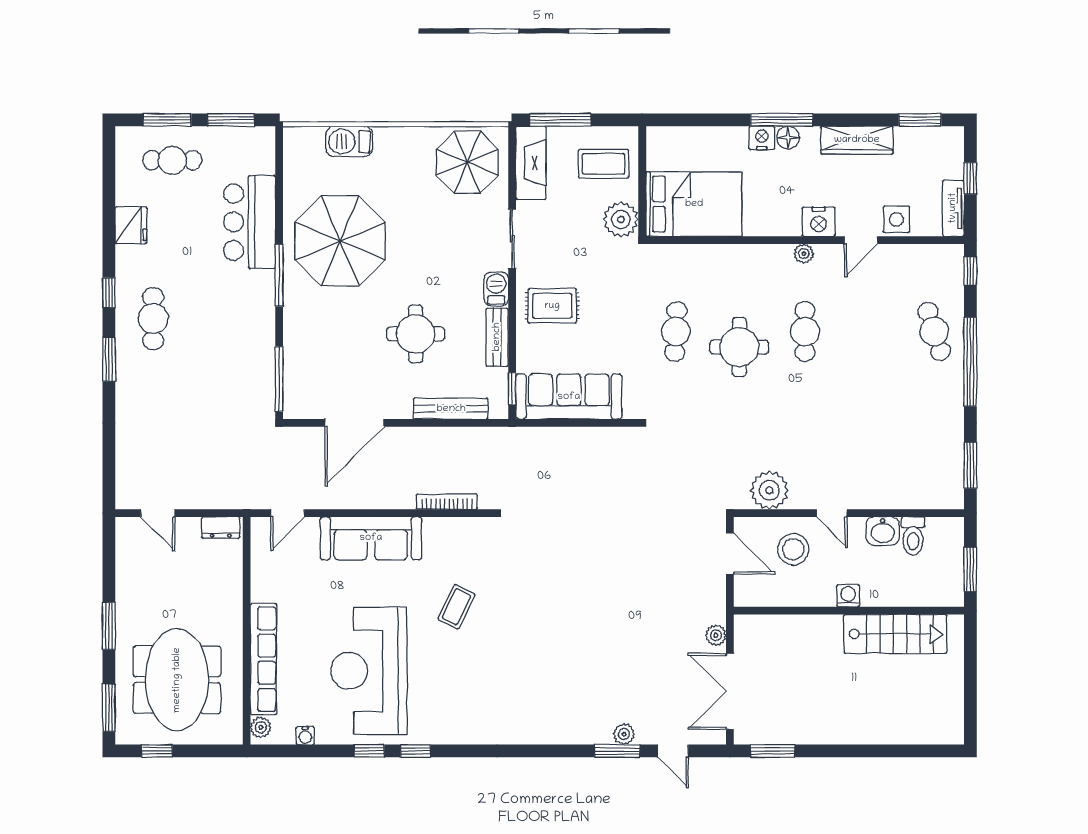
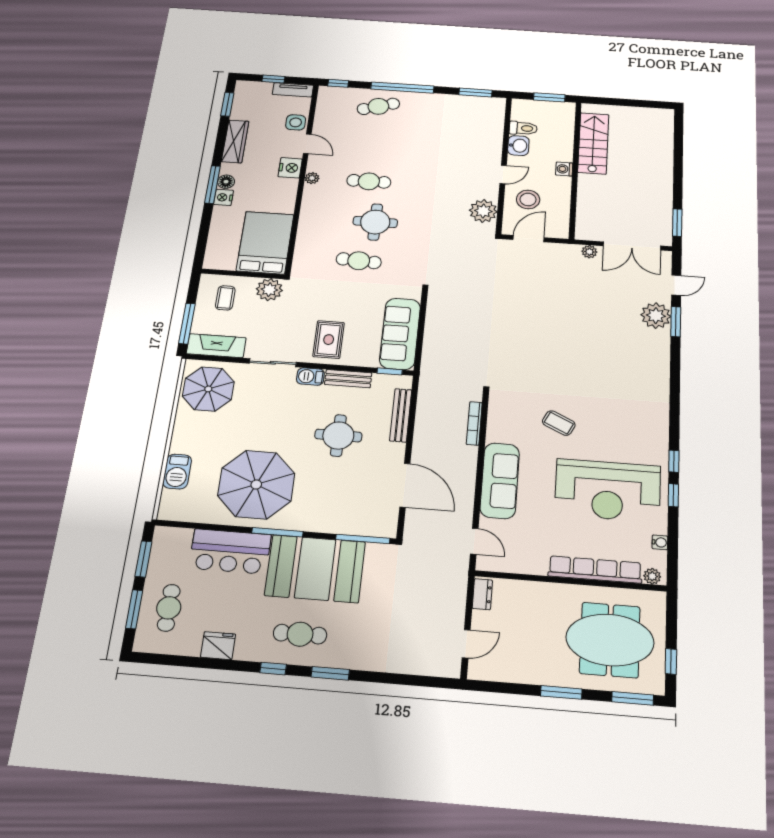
coffee table: (603, 164) -> (225, 298), width x0.73, depth x0.77
booth: (236, 326) -> (315, 569), added
plant: (624, 734) -> (656, 316), width x1.87, depth x1.87

